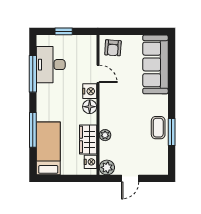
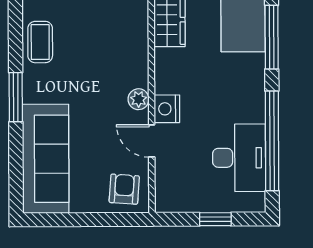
window: (33, 74) -> (272, 141), width x1.46
floor lamp: (90, 107) -> (167, 80), removed
window: (172, 132) -> (16, 97), moved
plant: (105, 135) -> (139, 99), moved

